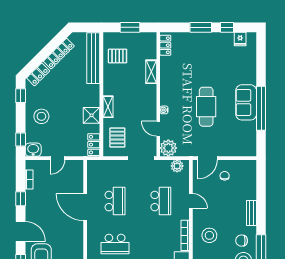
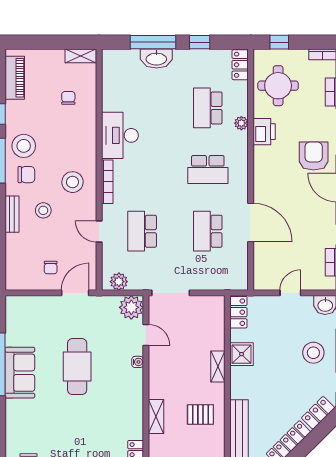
pallet: (117, 56) -> (200, 415), moved
pallet: (117, 138) -> (204, 322), removed
stool: (230, 216) -> (43, 210), added
school desk: (115, 244) -> (208, 170), turned 180

